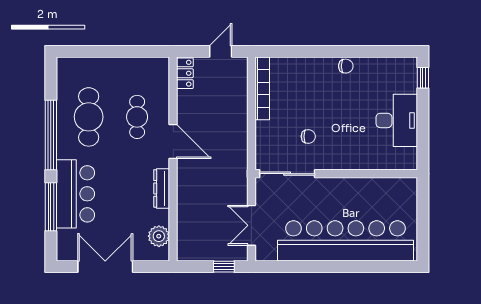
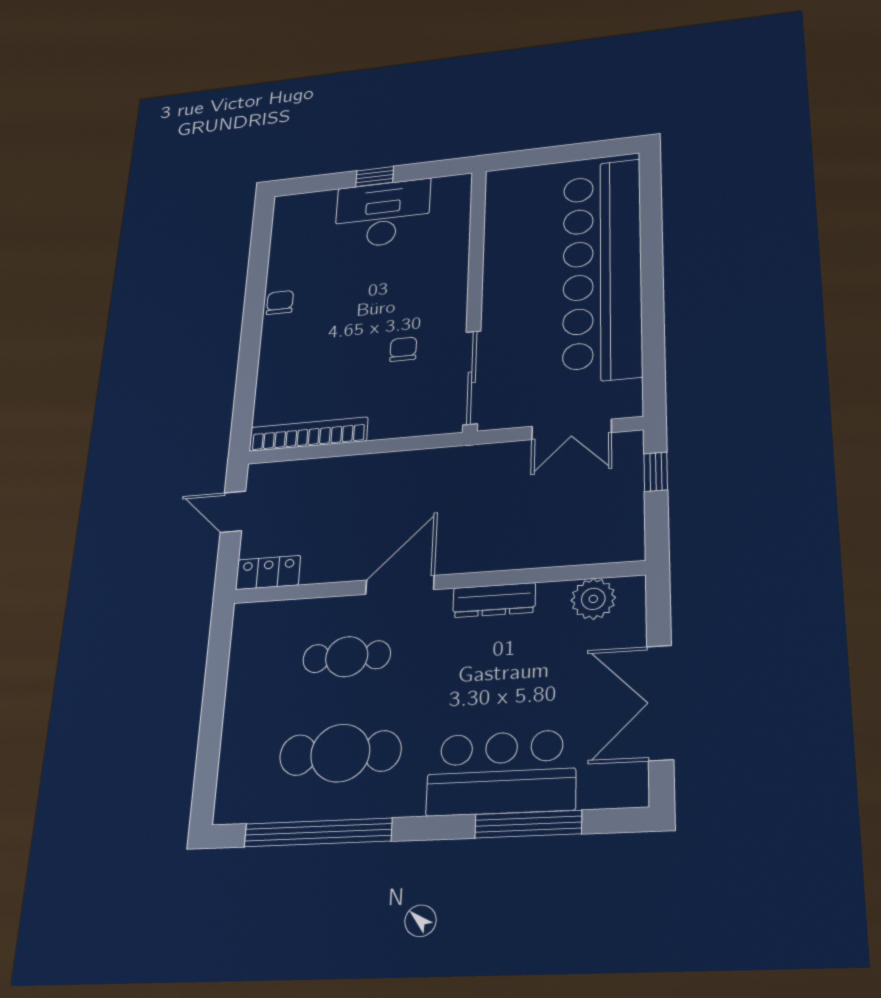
window: (423, 78) -> (375, 177), moved
window: (51, 135) -> (318, 832), moved

